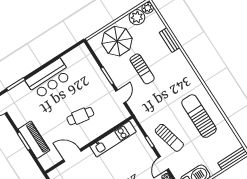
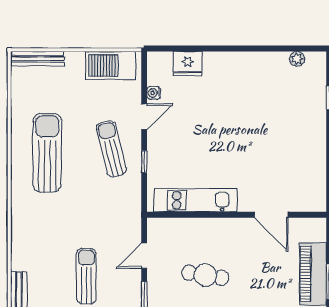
cafe table: (80, 116) -> (205, 275), moved
sun lounger: (199, 116) -> (47, 153), turned 180

